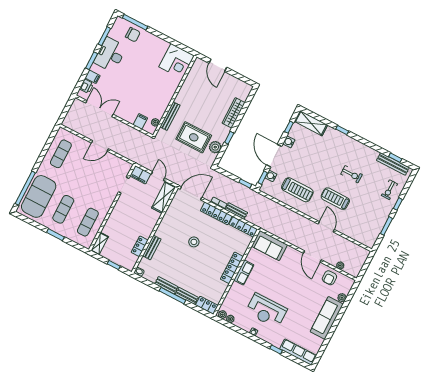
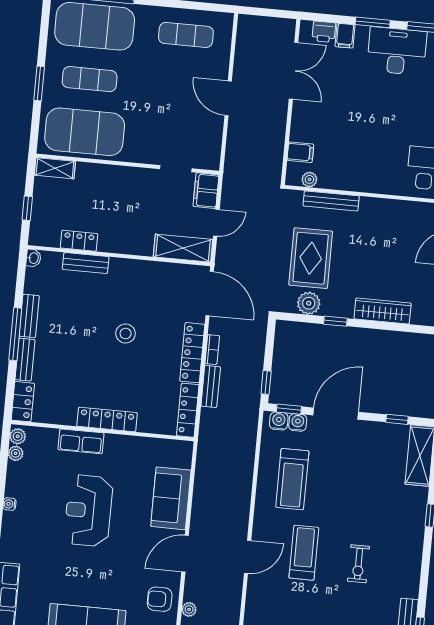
water cooler: (289, 142) -> (279, 421), moved
exercise mat: (88, 222) -> (85, 132), width x2.00, depth x1.45
sofa: (269, 246) -> (171, 498), moved
row of seats: (244, 272) -> (81, 441), moved
reception desk: (266, 311) -> (88, 511), moved

